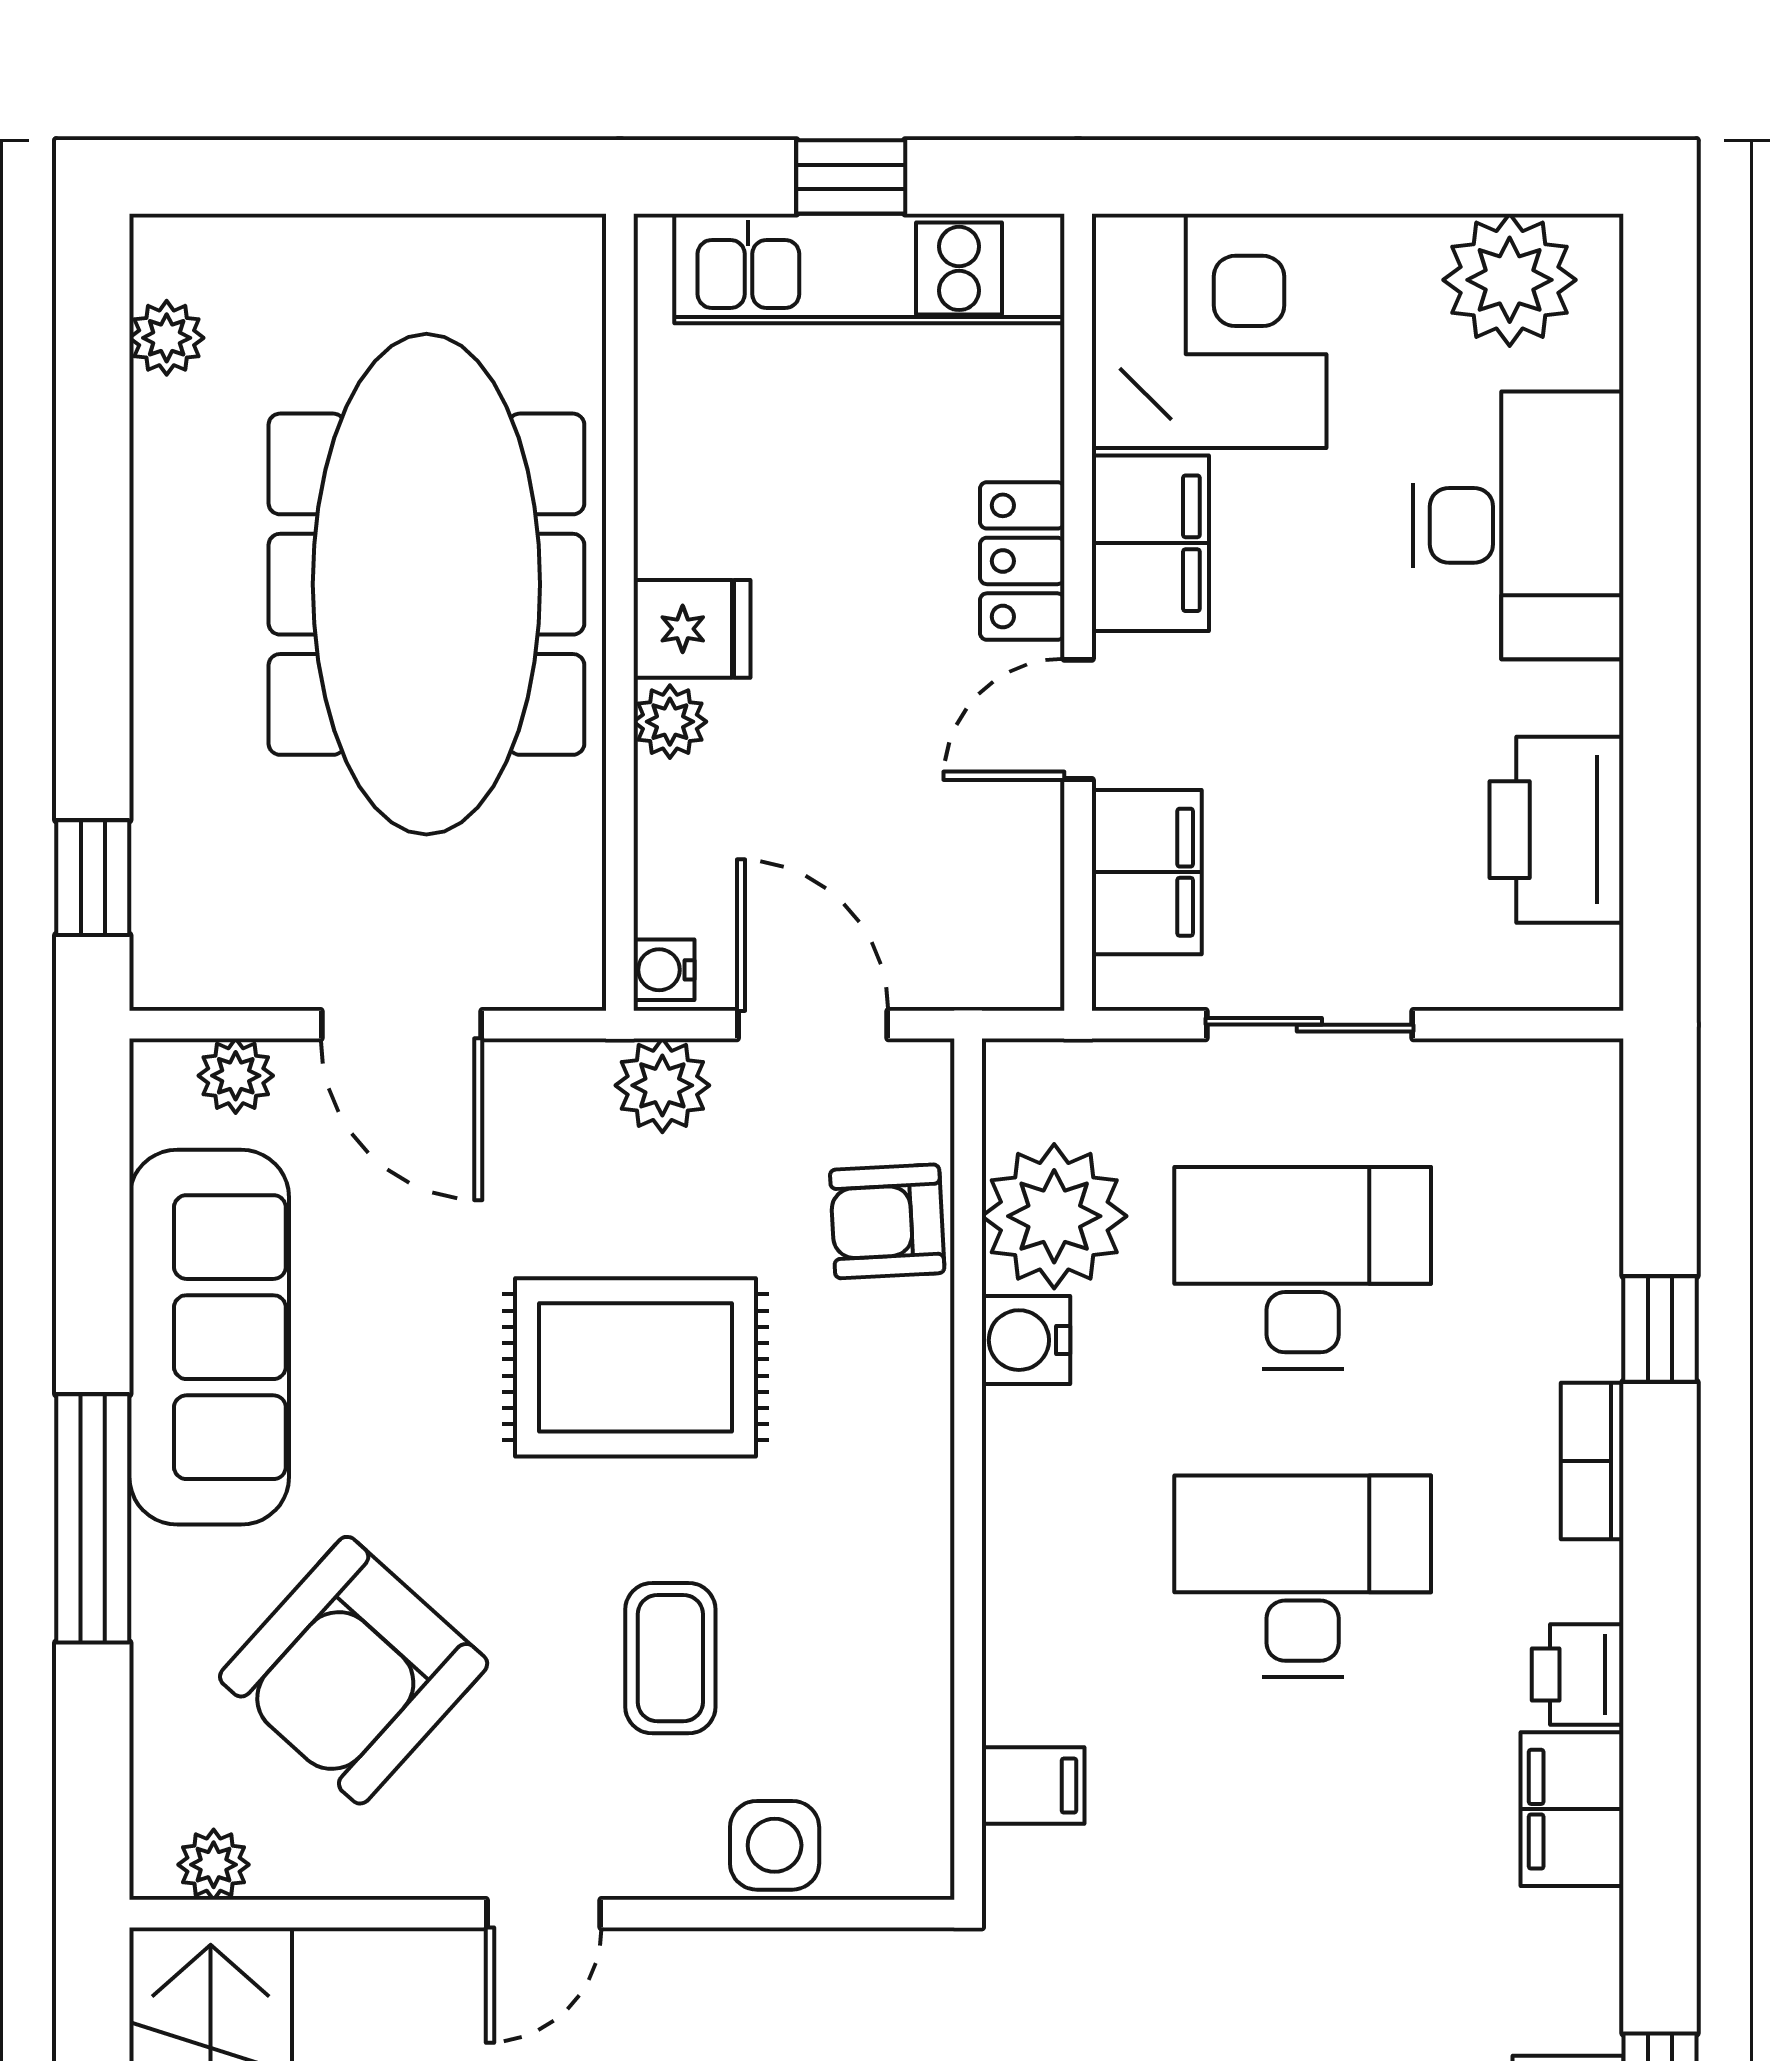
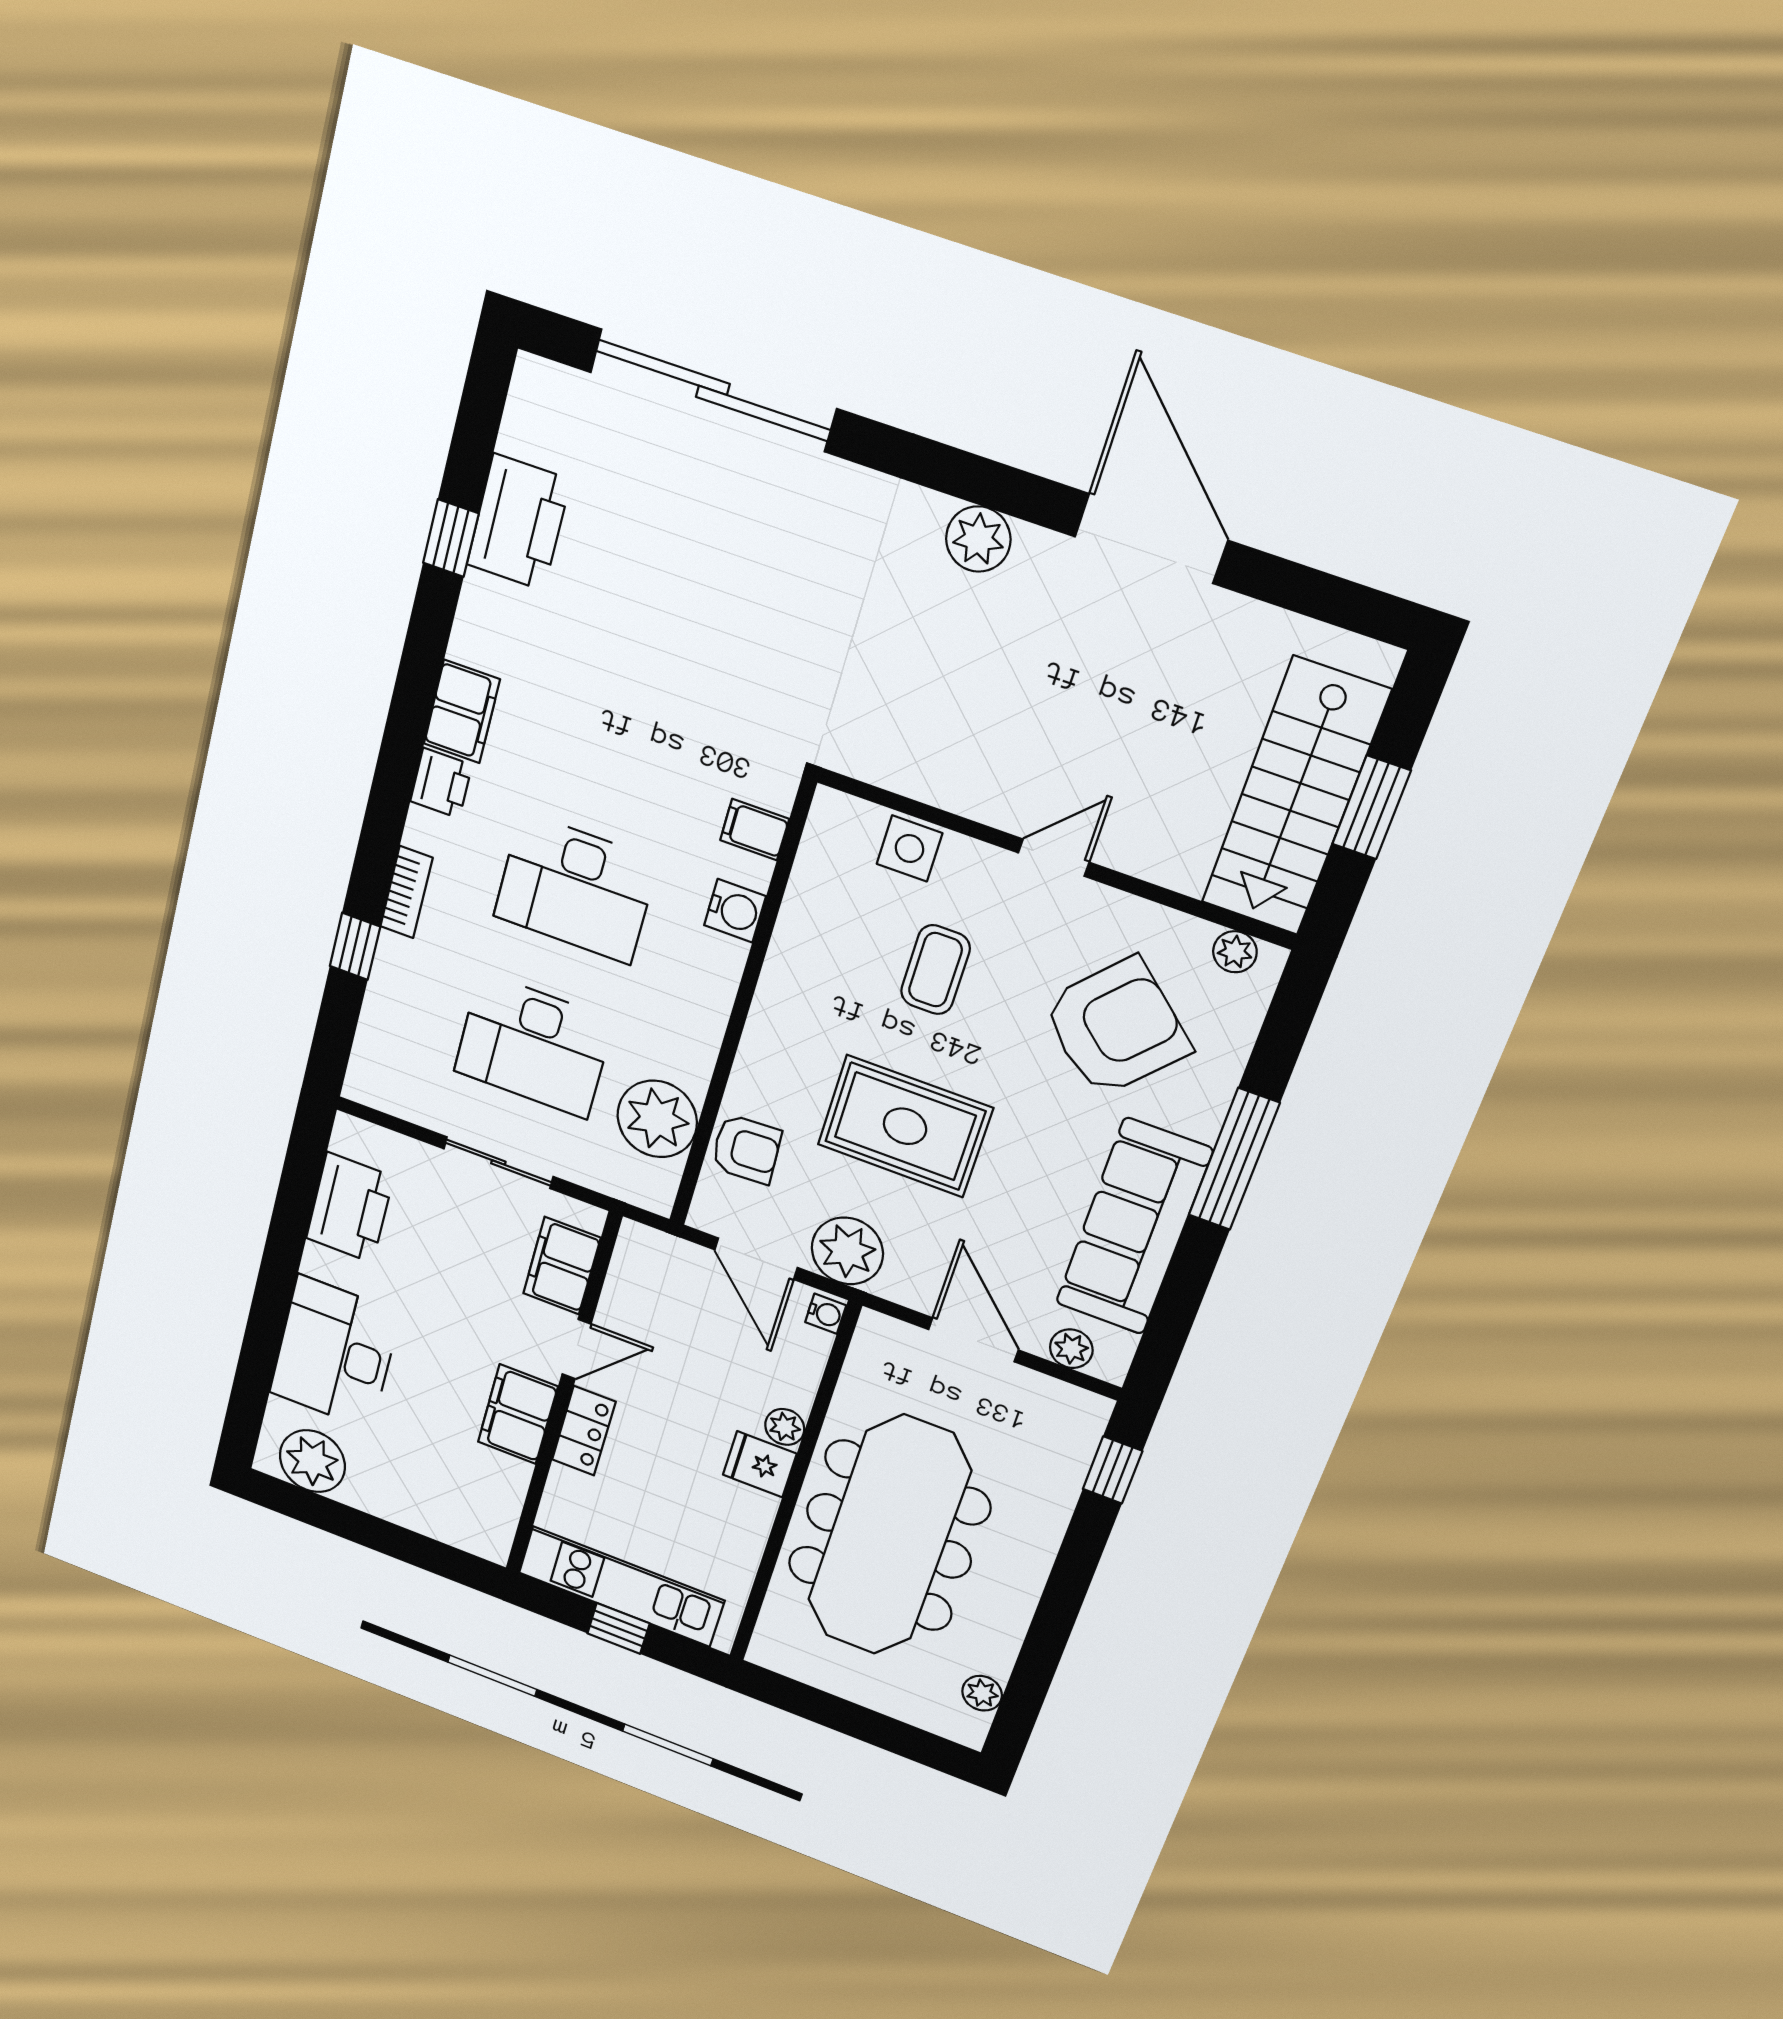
corner desk: (1209, 331) -> (463, 1496), removed
plant: (662, 1085) -> (847, 1251), width x1.36, depth x1.36
water cooler: (1026, 1340) -> (735, 911), moved

